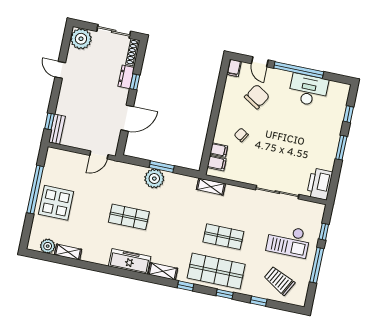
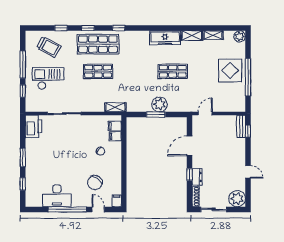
plant: (48, 246) -> (240, 36), moved
shelving: (163, 271) -> (192, 35), moved

